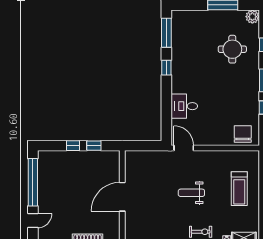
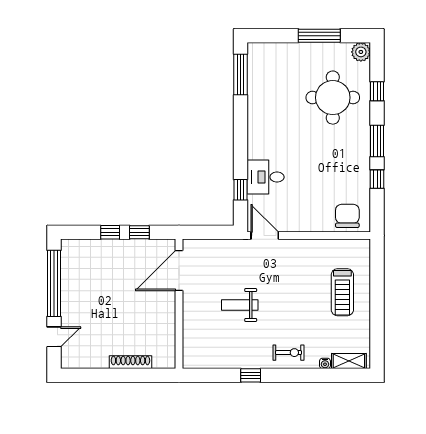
round table: (232, 49) -> (333, 98), width x1.36, depth x1.36
window: (166, 68) -> (241, 190), moved
weight bench: (191, 193) -> (240, 305), moved
door: (122, 197) -> (179, 271), moved

